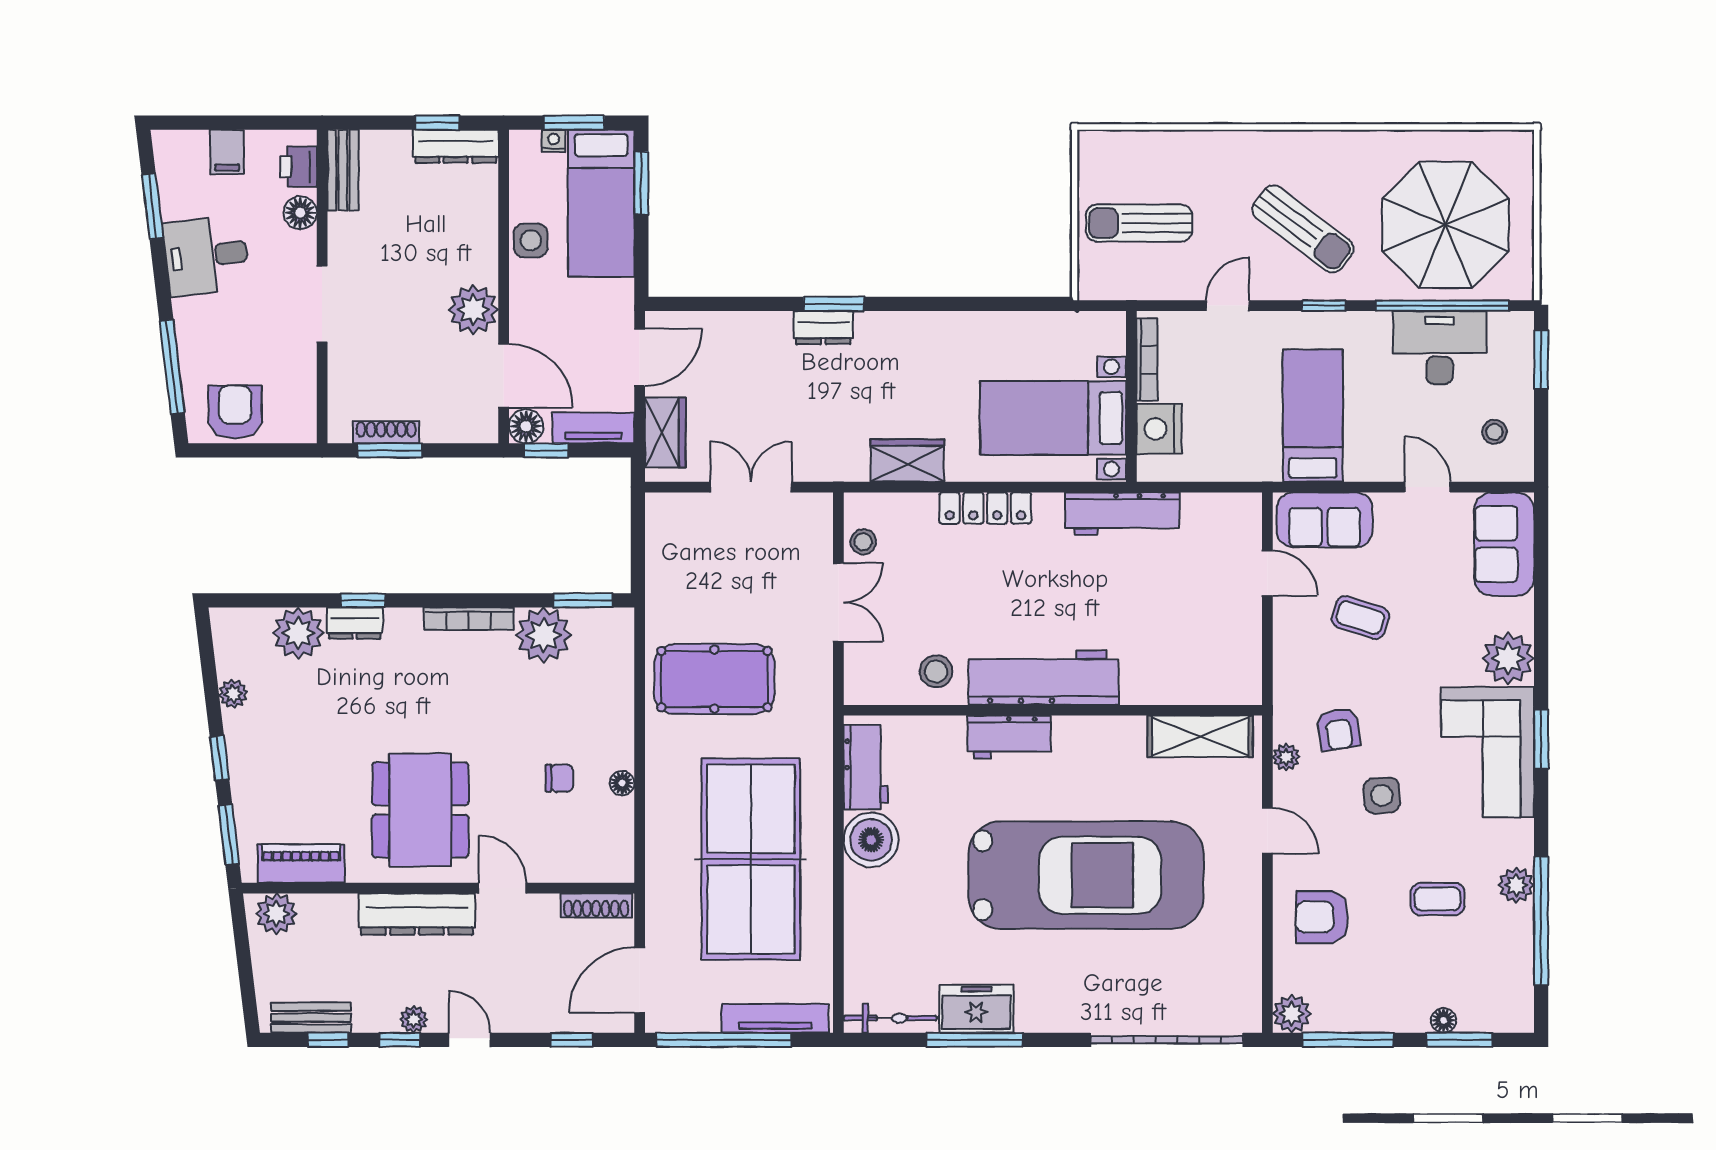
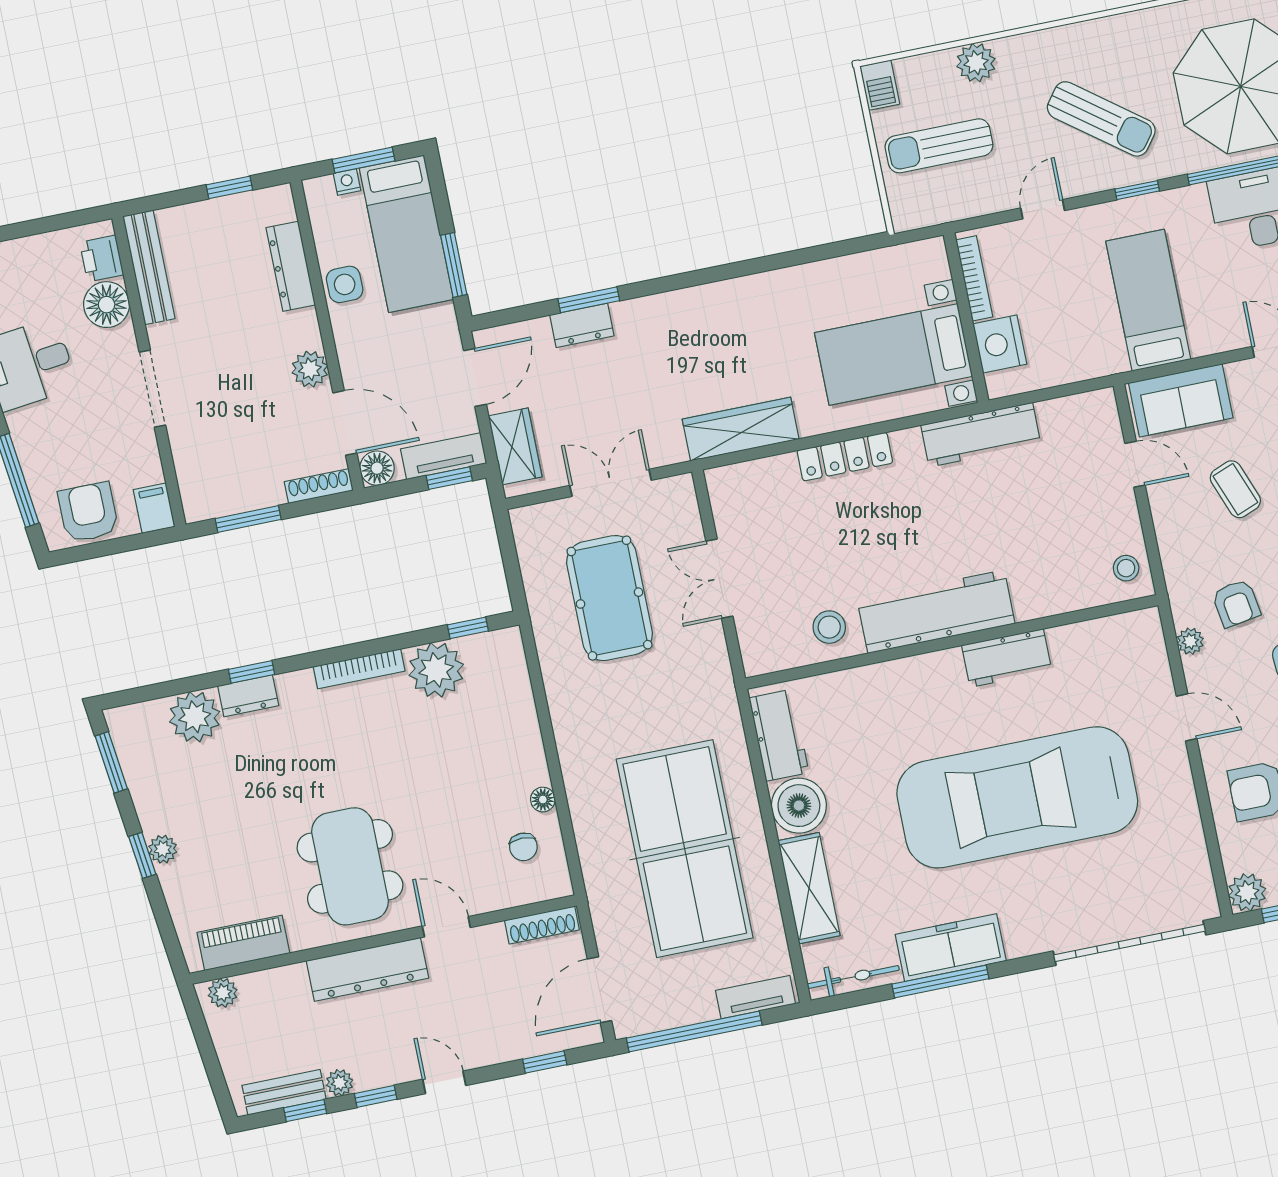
dresser: (456, 146) -> (291, 266), moved, turned 90
plant: (1192, 149) -> (976, 63), added
filing cabinet: (227, 152) -> (154, 508), moved, turned 180
barbecue: (1093, 152) -> (880, 85), added
bench: (343, 170) -> (149, 267), width x1.36
window: (641, 183) -> (454, 265), moved
floor lamp: (300, 213) -> (107, 305), width x1.38, depth x1.38
window: (834, 304) -> (589, 300), moved
plant: (473, 310) -> (310, 369), width x0.73, depth x0.73
dresser: (823, 328) -> (582, 325), moved
shoe rack: (386, 432) -> (319, 486), moved
window: (546, 450) -> (449, 478), moved
wardrobe: (907, 460) -> (741, 429), width x1.50
stool: (863, 542) -> (1126, 568), moved
window: (583, 600) -> (468, 628), width x0.67
double door: (838, 602) -> (719, 579), swing flipped
coffee table: (1360, 618) -> (1235, 489), turned 51
pool table: (714, 679) -> (609, 598), moved, turned 90
plant: (233, 694) -> (163, 849), moved
shelving: (1200, 736) -> (809, 888), moved, turned 90
workbench: (1009, 737) -> (1007, 658), moved
chair: (559, 778) -> (523, 847), moved, turned 90
window: (229, 835) -> (111, 762), moved
car: (1086, 875) -> (1017, 797), turned 180
plant: (276, 914) -> (223, 993), width x0.73, depth x0.73
freezer: (976, 1009) -> (951, 948), width x1.40
tv unit: (775, 1018) -> (756, 997), width x0.71
plant: (414, 1019) -> (340, 1083), moved

